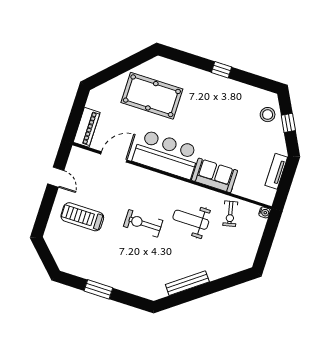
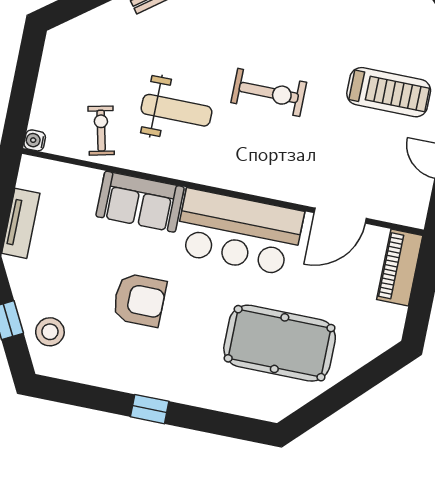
armchair: (220, 126) -> (139, 300), added

